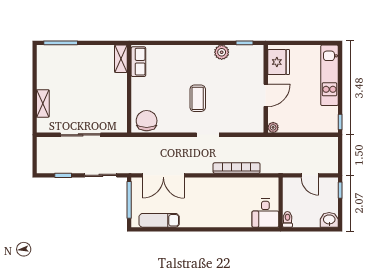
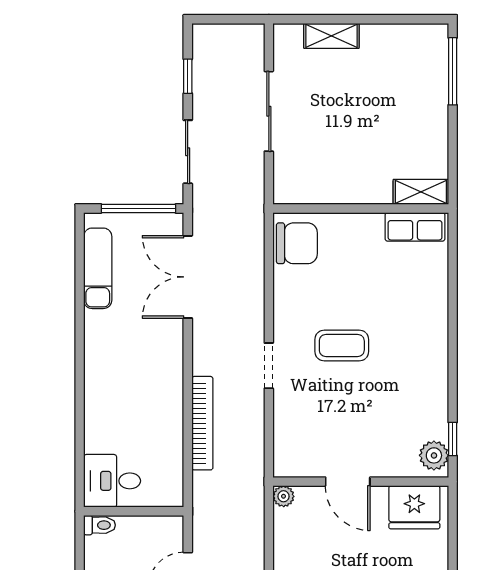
plant: (222, 52) -> (434, 455), moved

